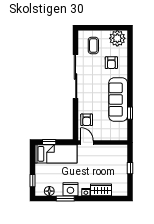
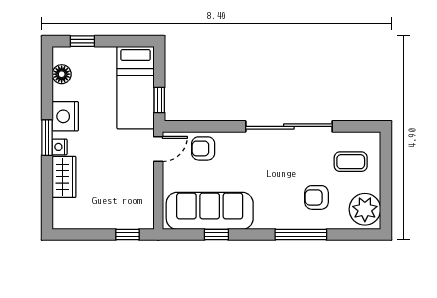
window: (130, 71) -> (301, 235), added
sofa: (118, 100) -> (210, 211), moved
window: (49, 142) -> (159, 100), moved
window: (130, 168) -> (127, 235), moved
window: (65, 198) -> (47, 138), moved

